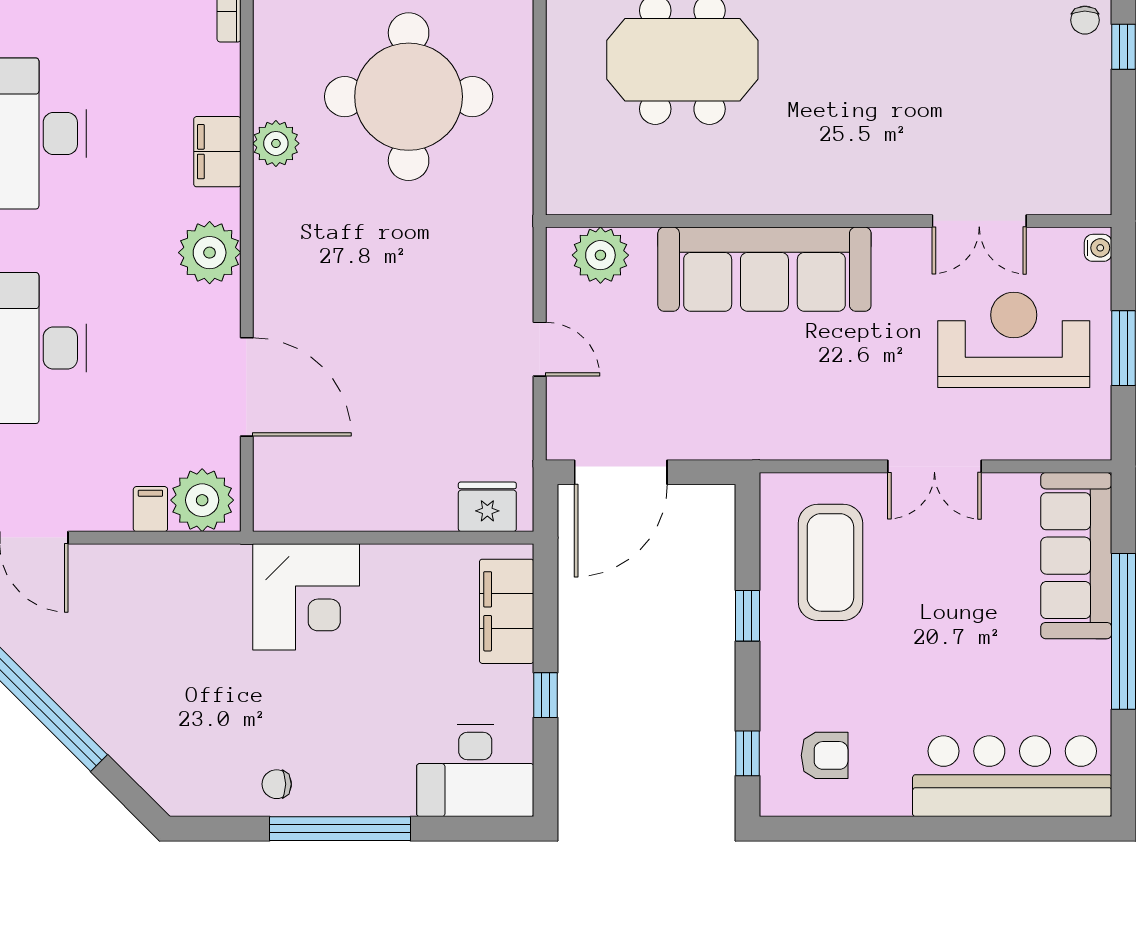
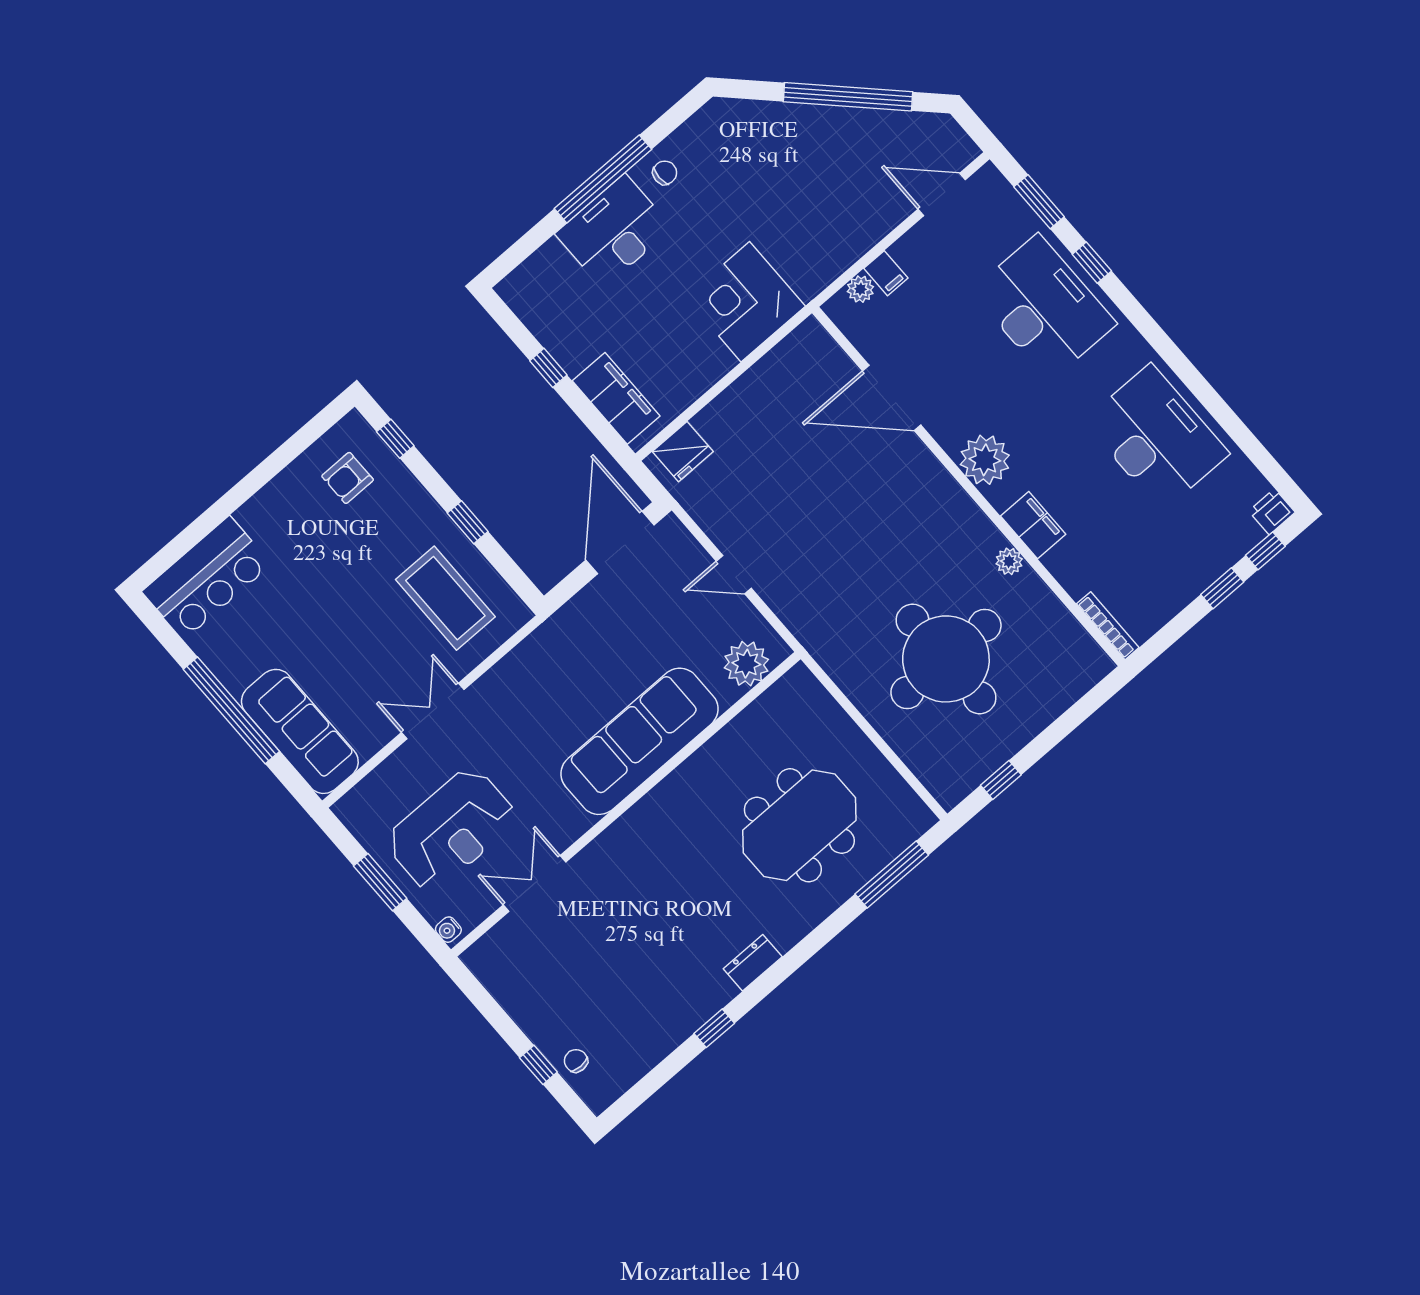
plant: (276, 143) -> (1009, 561), width x0.73, depth x0.73
plant: (202, 500) -> (860, 289), width x0.53, depth x0.53
desk: (475, 771) -> (614, 231), moved
bar counter: (1012, 776) -> (207, 578), width x0.73

